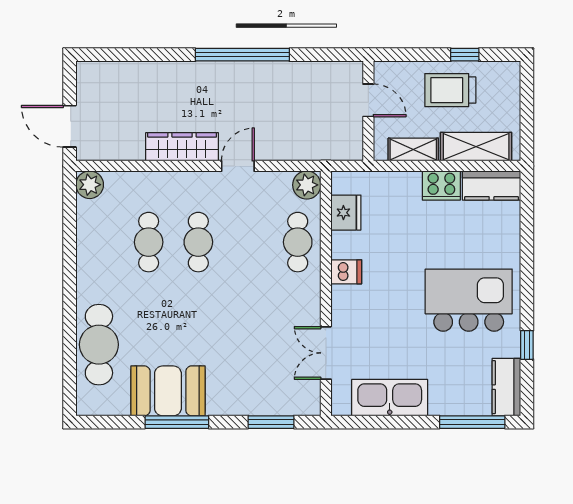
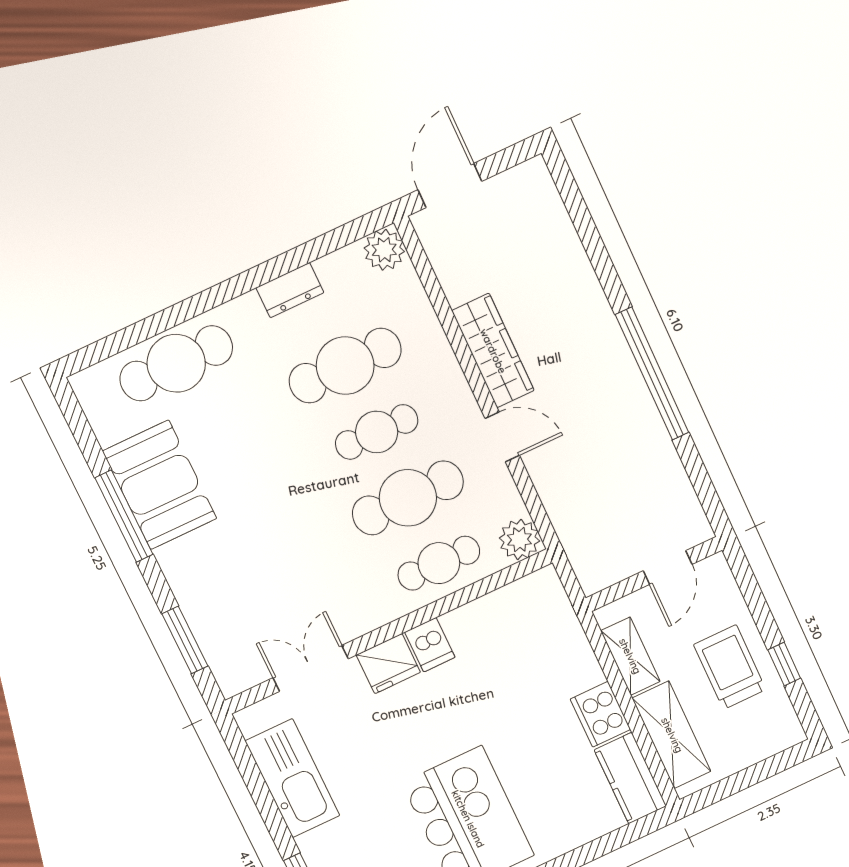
fridge: (346, 213) -> (388, 664), moved
cafe table: (149, 242) -> (345, 366), width x1.37, depth x1.35
cafe table: (248, 242) -> (408, 498), added
dresser: (87, 254) -> (290, 290), added

